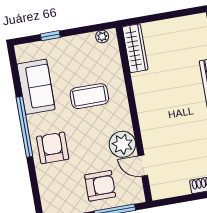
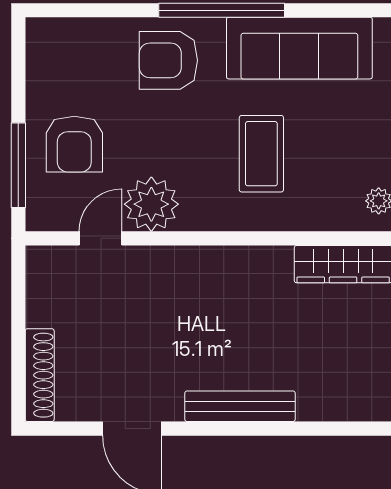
sofa: (36, 87) -> (299, 48), width x1.36
armchair: (53, 148) -> (168, 60), turned 180

